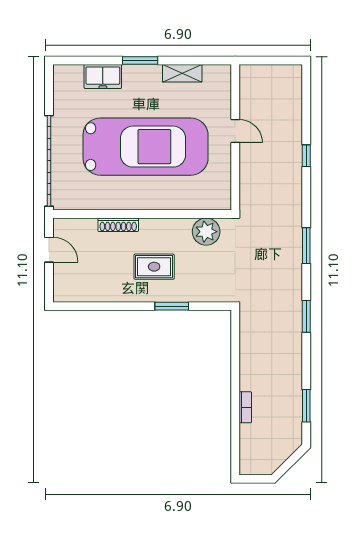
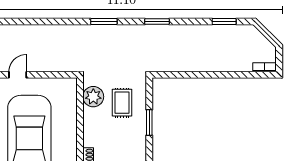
window: (306, 156) -> (36, 21), removed
rug: (154, 267) -> (122, 103), moved
bookcase: (245, 407) -> (265, 67), moved

